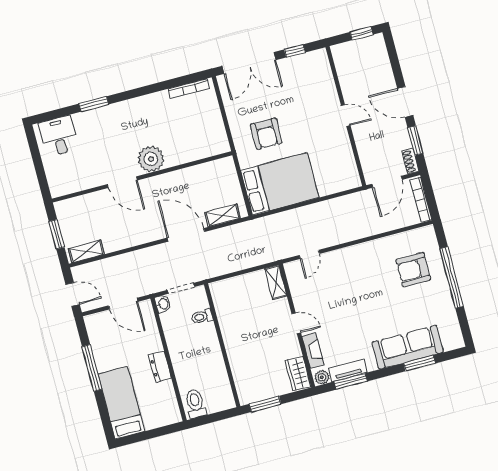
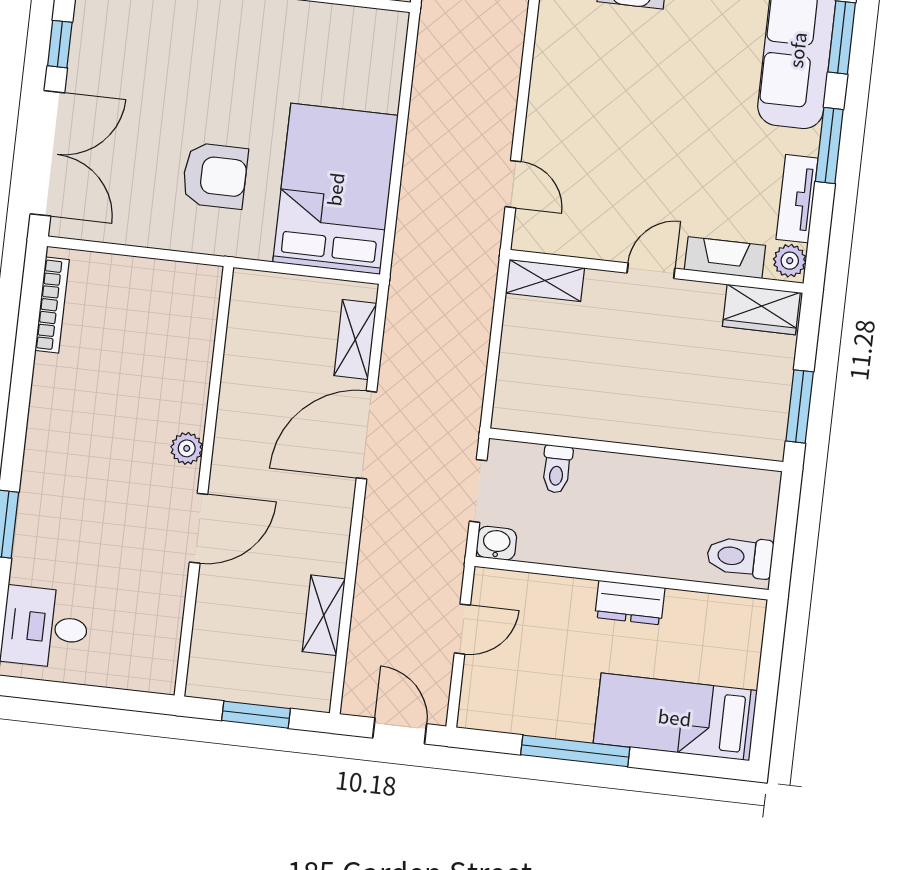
plant: (151, 159) -> (187, 448), width x0.53, depth x0.53
shelving: (86, 251) -> (324, 615), moved
door: (73, 294) -> (400, 731), hinge flipped
door: (123, 304) -> (462, 629), width x0.73
window: (351, 381) -> (829, 146), moved

